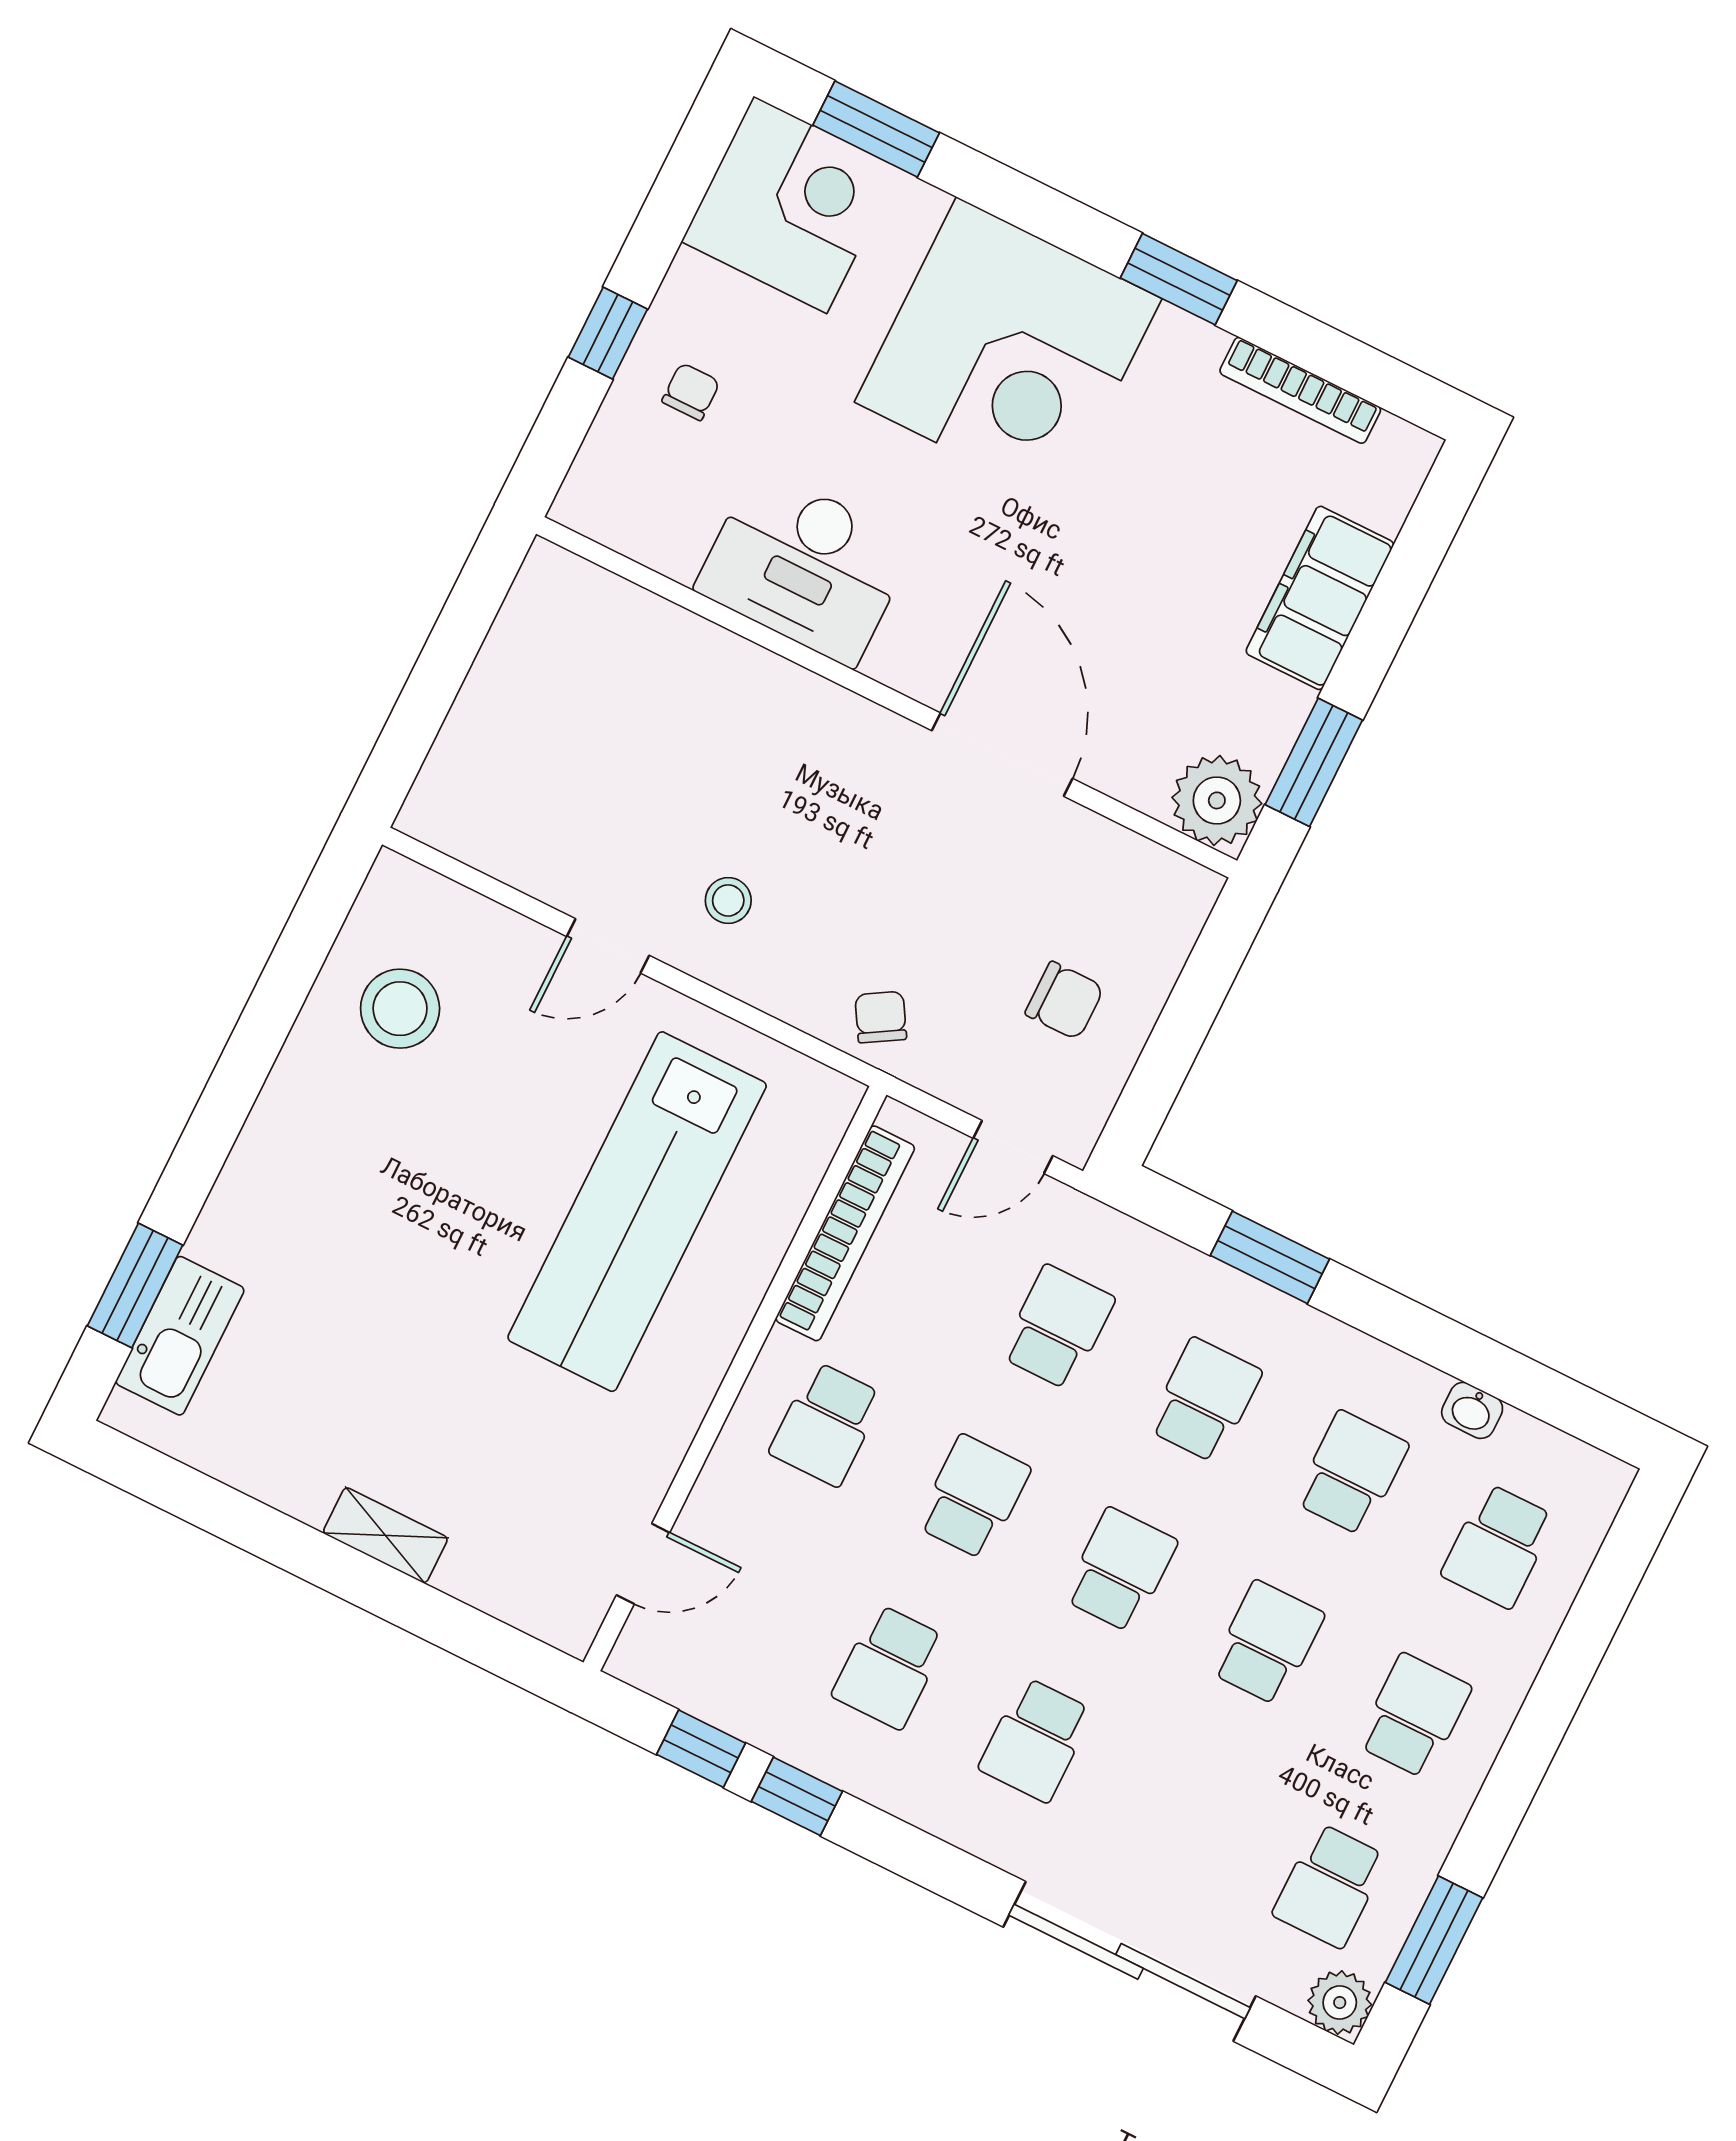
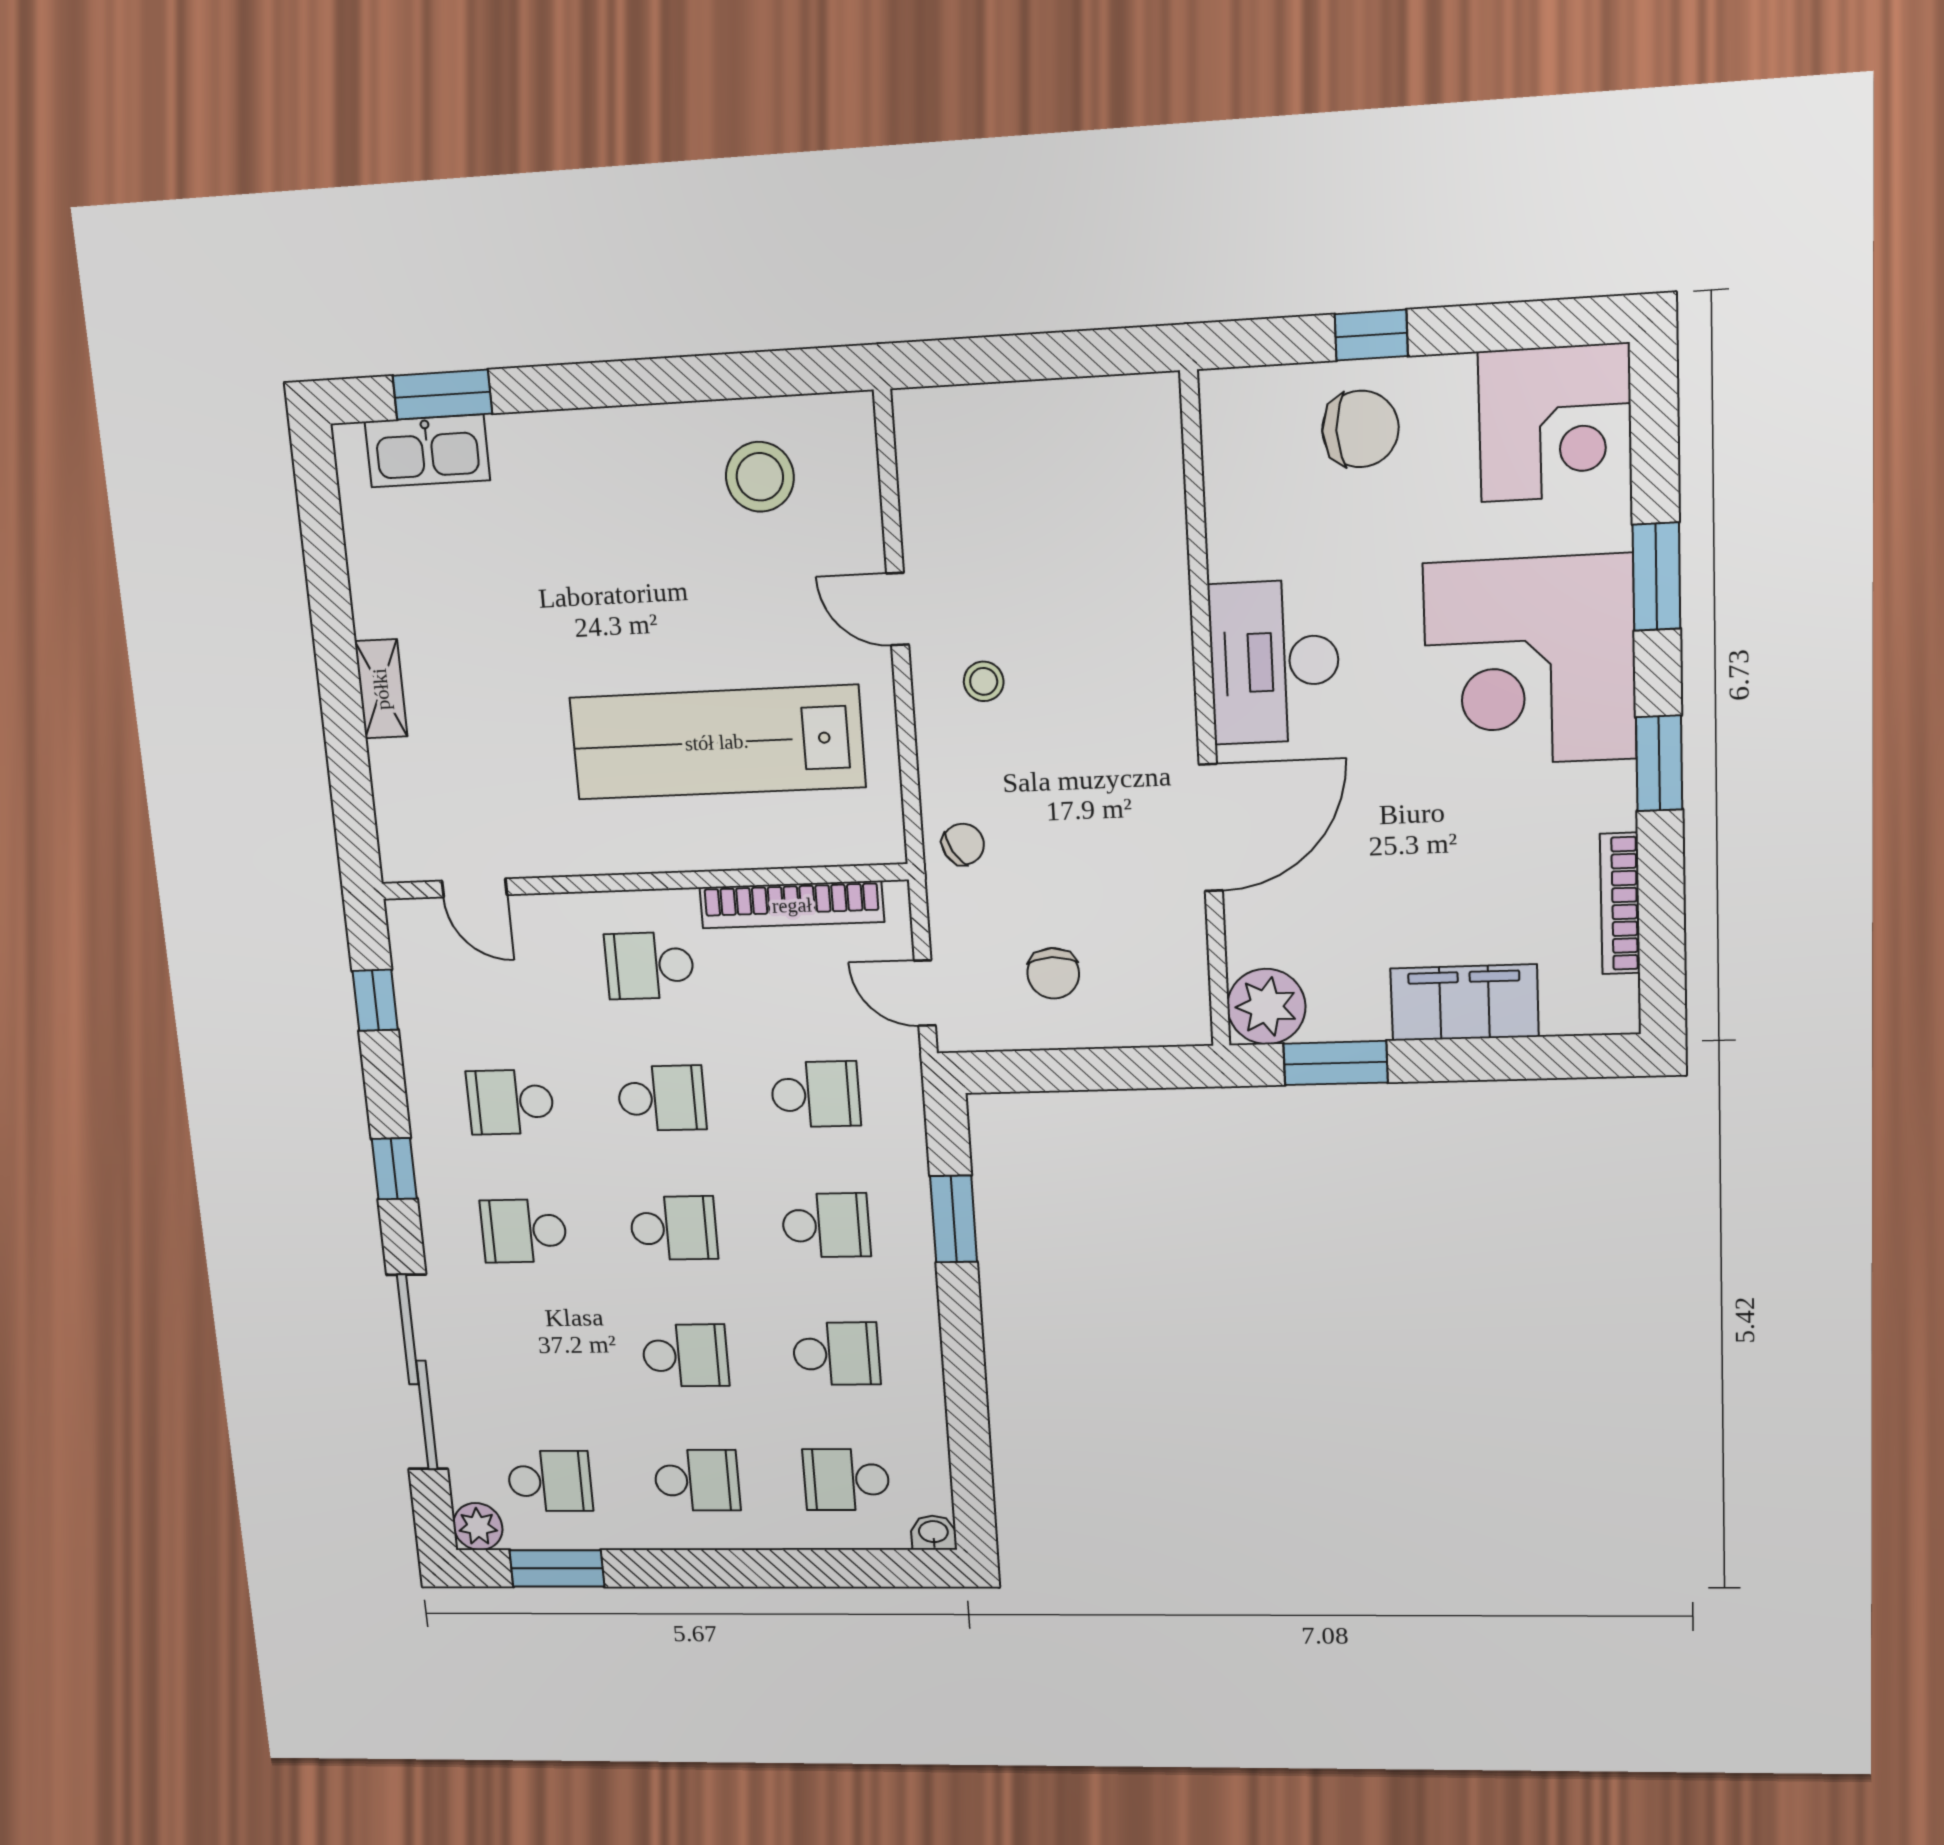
window: (876, 129) -> (1656, 577), moved
chair: (691, 392) -> (1360, 429), width x1.87, depth x1.87
desk: (805, 566) -> (1274, 662), moved
washbasin: (1472, 1410) -> (933, 1533), moved, turned 90
window: (797, 1796) -> (394, 1169), moved
school desk: (1330, 1886) -> (550, 1481), turned 180

